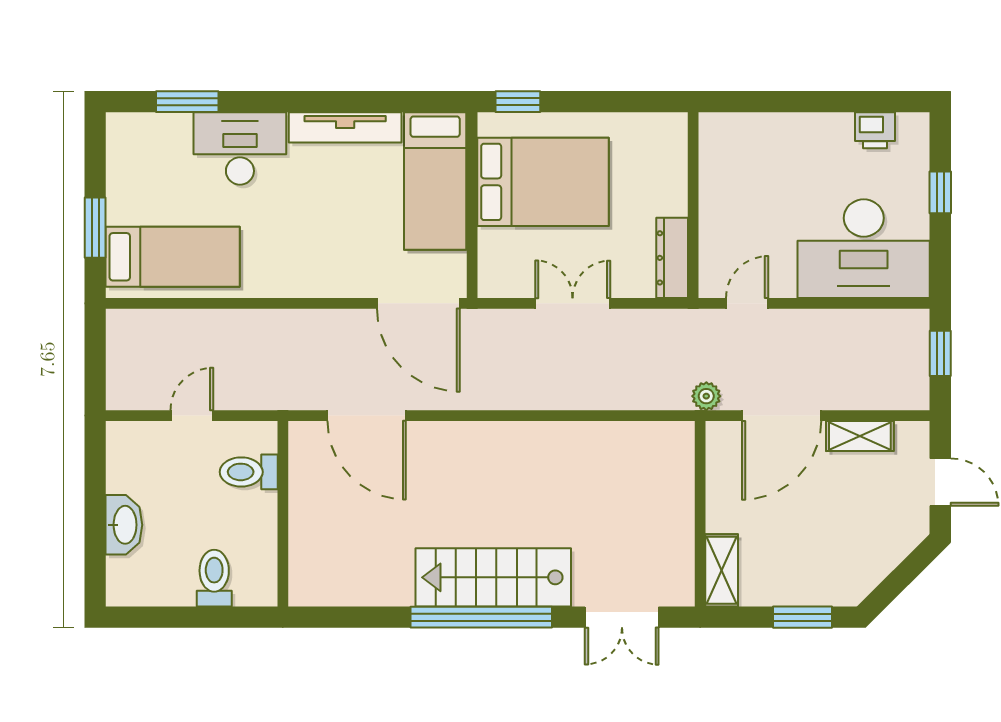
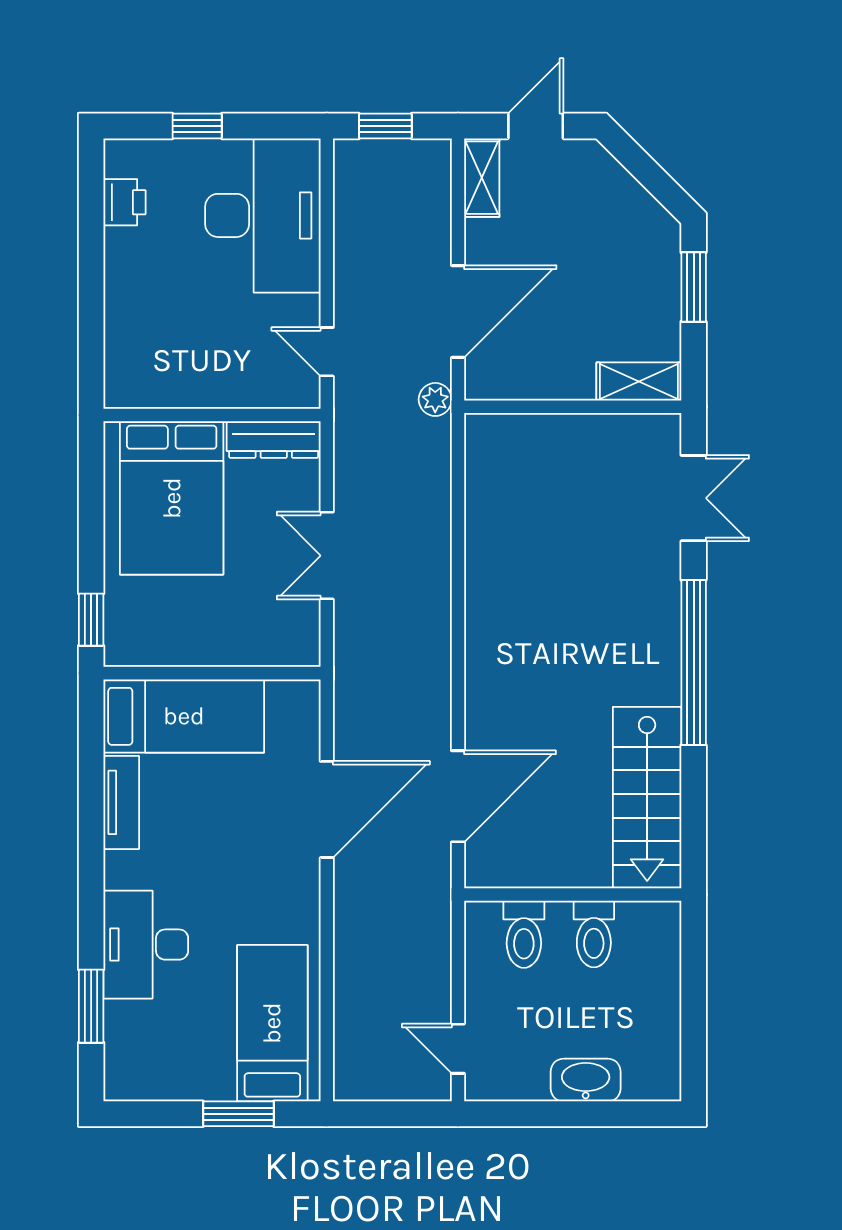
tv unit: (345, 127) -> (121, 802), width x0.71
bed: (543, 182) -> (172, 498), moved, turned 180
door: (418, 303) -> (327, 809), moved
door: (192, 416) -> (458, 1049), moved
door: (782, 416) -> (458, 312), hinge flipped
shelving: (860, 436) -> (482, 178), moved
stairs: (493, 577) -> (647, 798), moved
toilet: (214, 578) -> (594, 934), moved, turned -90

